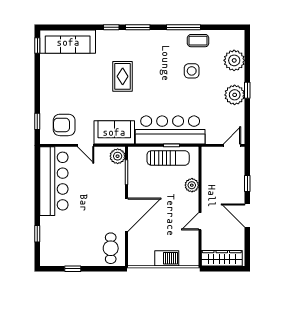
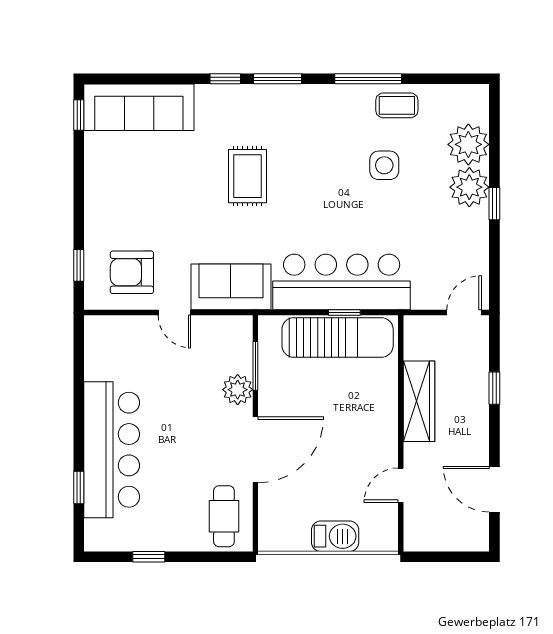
plant: (235, 95) -> (469, 187), moved
plant: (118, 156) -> (238, 390), moved
sun lounger: (168, 158) -> (338, 338), width x1.36, depth x1.34
bar counter: (54, 181) -> (112, 450), moved
plant: (192, 185) -> (384, 392), removed
door: (247, 216) -> (494, 489), moved
door: (200, 221) -> (401, 485), moved
wardrobe: (222, 258) -> (419, 401), moved, turned 90

